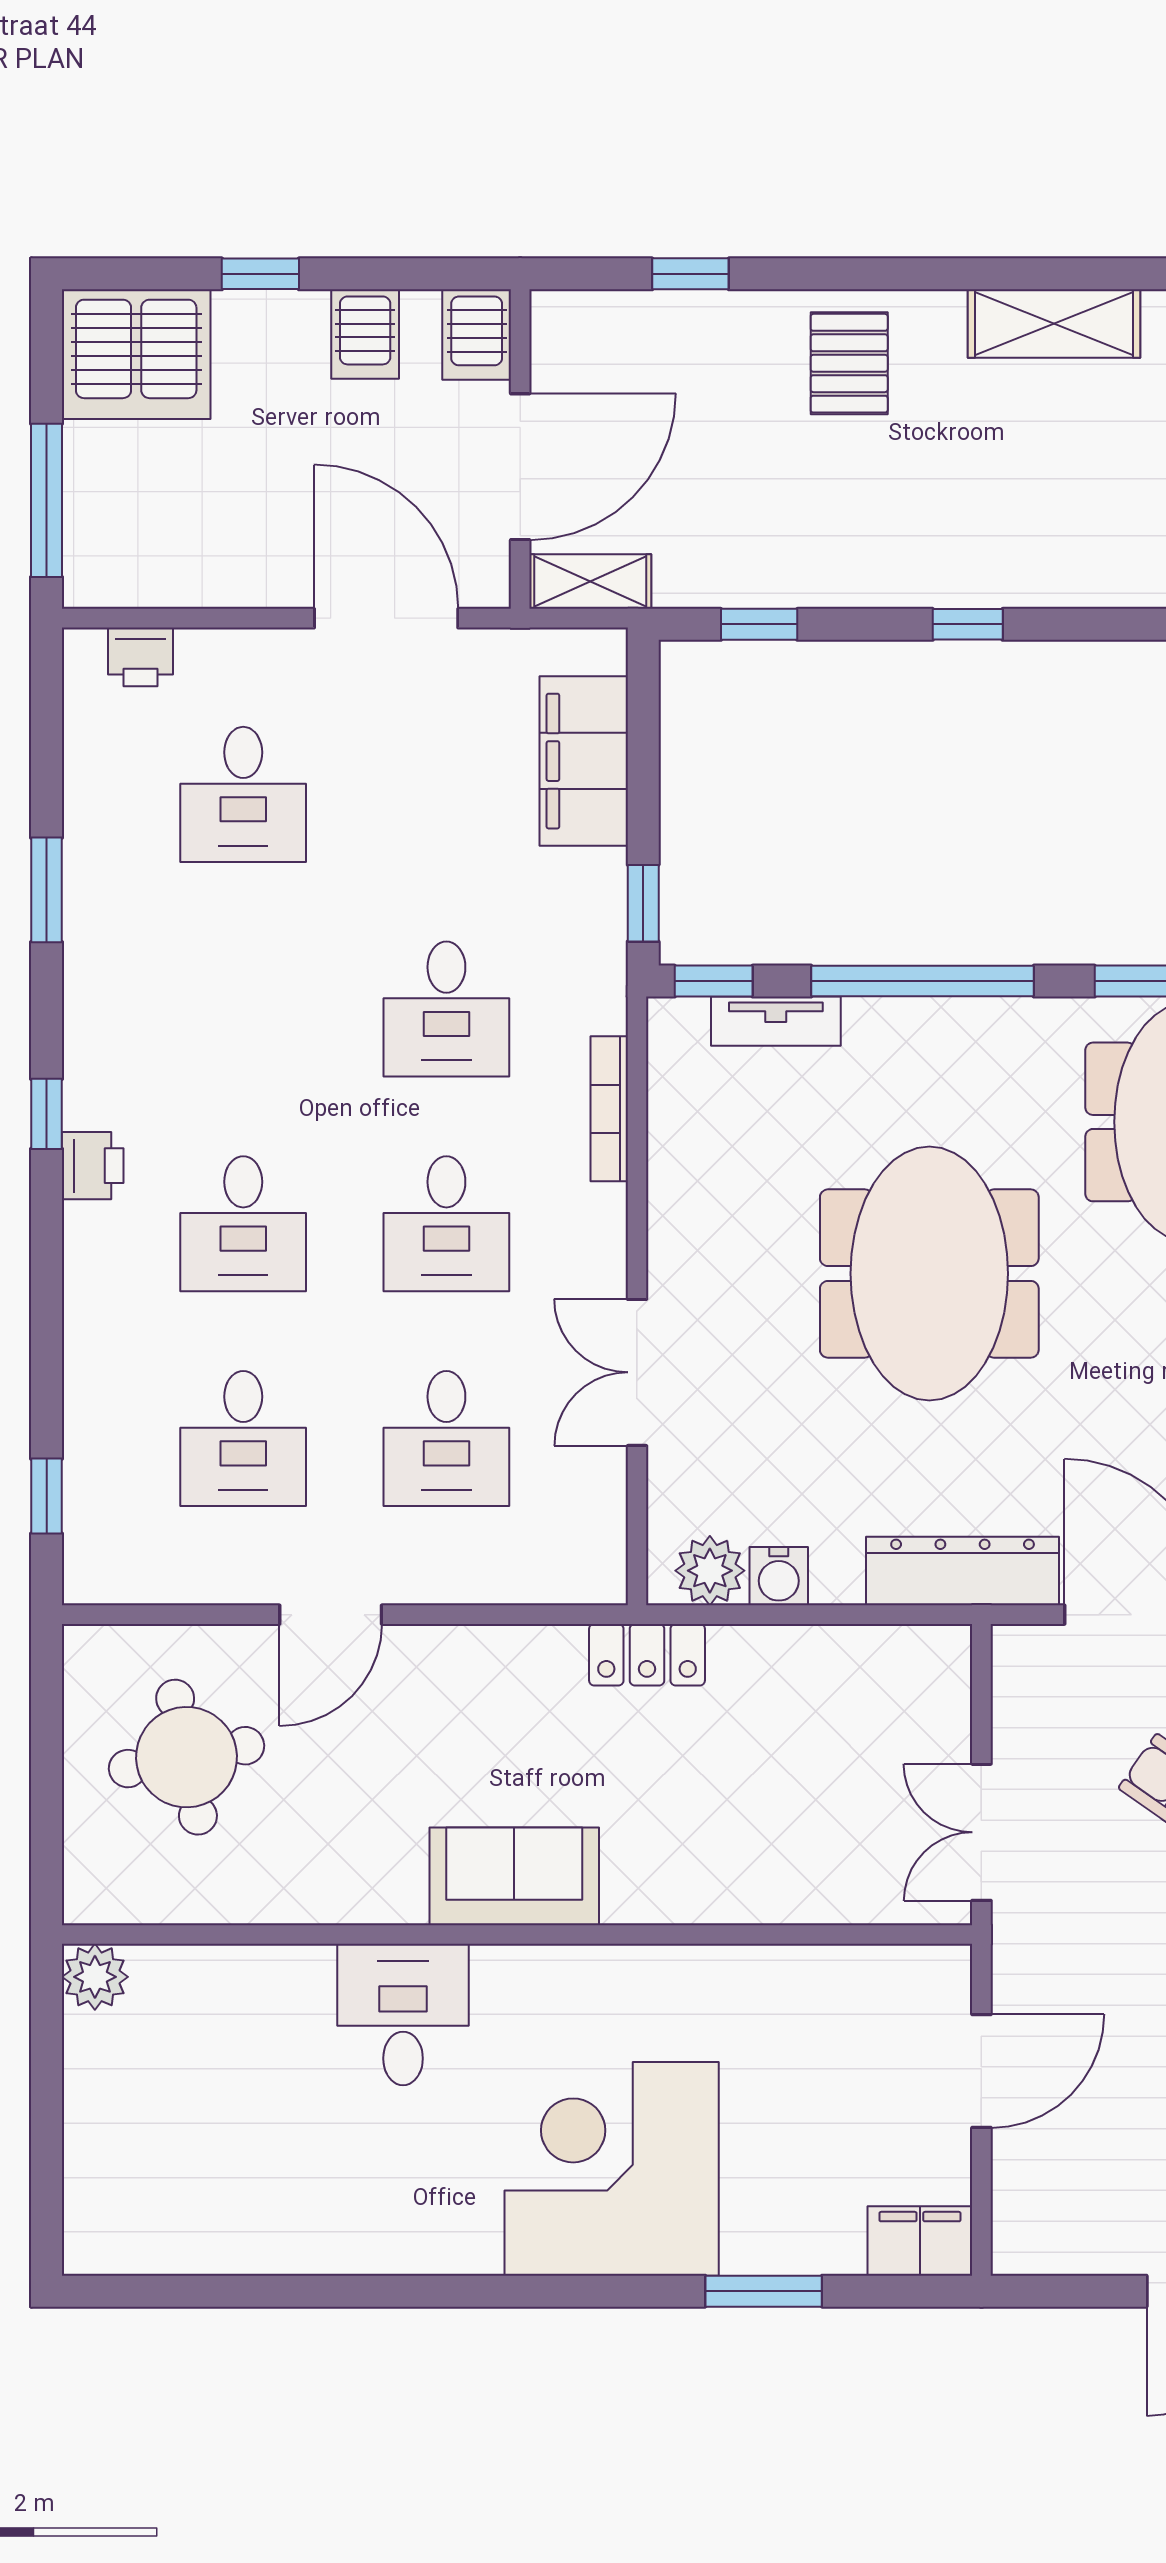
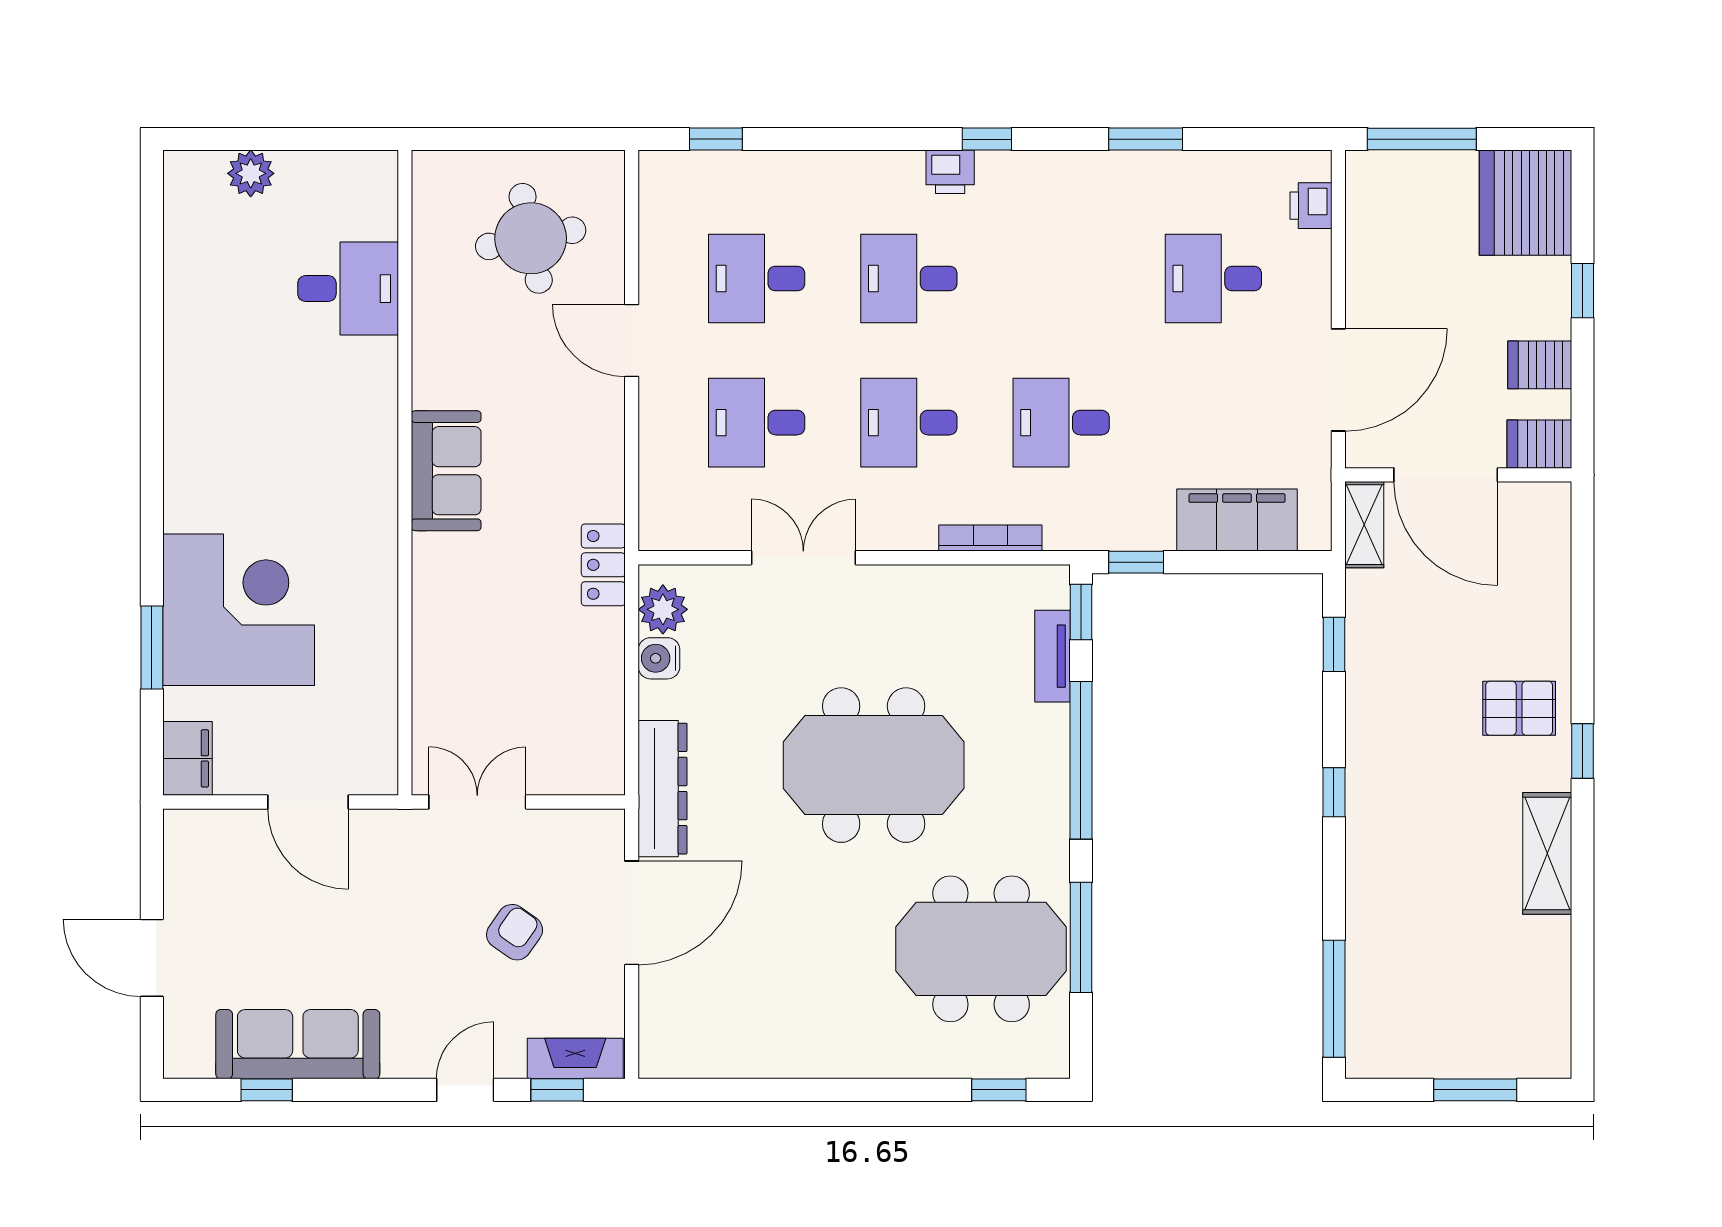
window: (690, 274) -> (1583, 751), moved
plant: (95, 1977) -> (251, 173), moved
desk: (403, 2015) -> (348, 289), moved
corner desk: (612, 2169) -> (239, 610), moved

